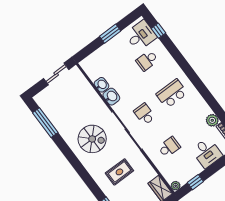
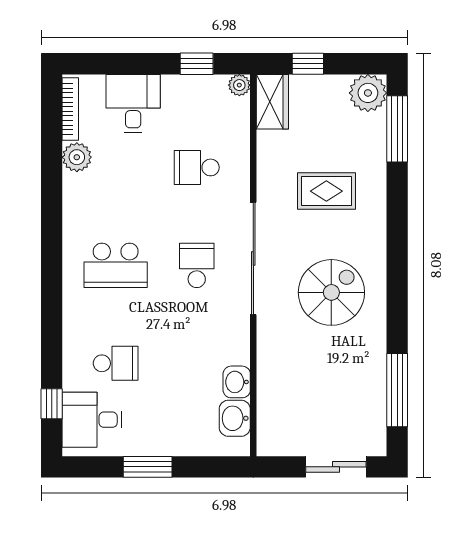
sliding door: (56, 74) -> (336, 467), moved
washbasin: (111, 97) -> (235, 418), moved
school desk: (144, 114) -> (197, 265), turned 180
spiral stairs: (92, 139) -> (331, 292), turned 90

